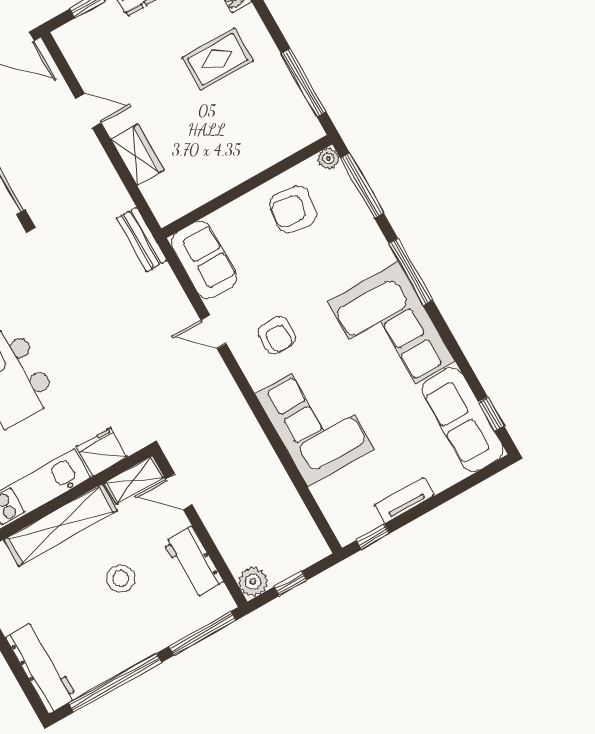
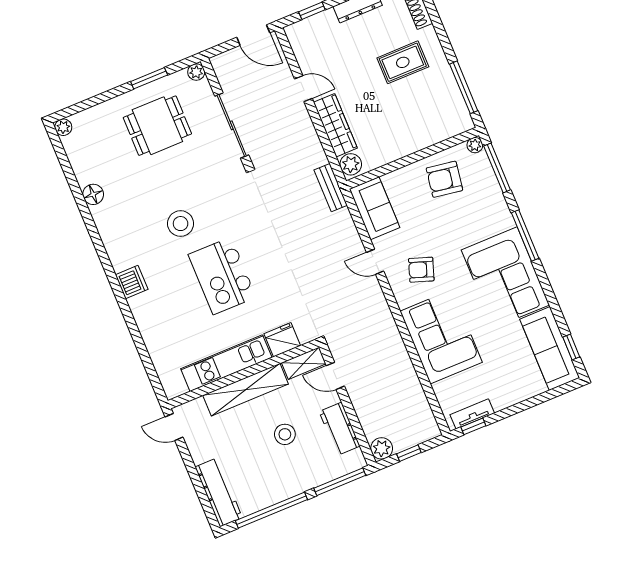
wardrobe: (138, 155) -> (335, 125), width x1.50
plant: (165, 205) -> (351, 164), added
armchair: (277, 335) -> (421, 270), turned 109
tv unit: (404, 501) -> (472, 414), moved

